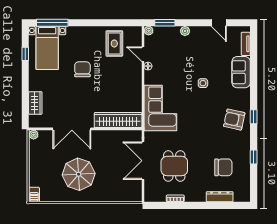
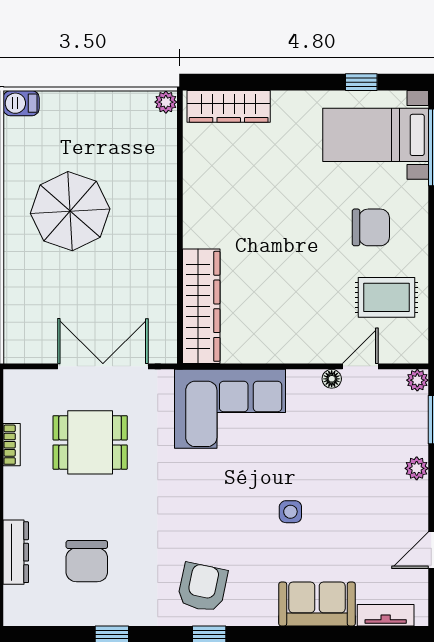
chair: (82, 69) -> (371, 227), moved
wardrobe: (35, 103) -> (229, 106), width x1.50
double door: (72, 129) -> (180, 195), removed

